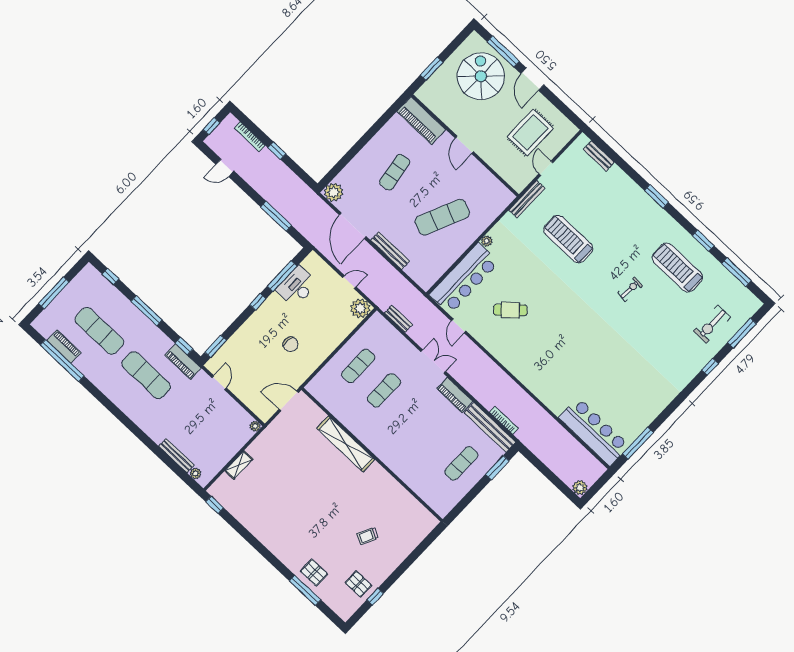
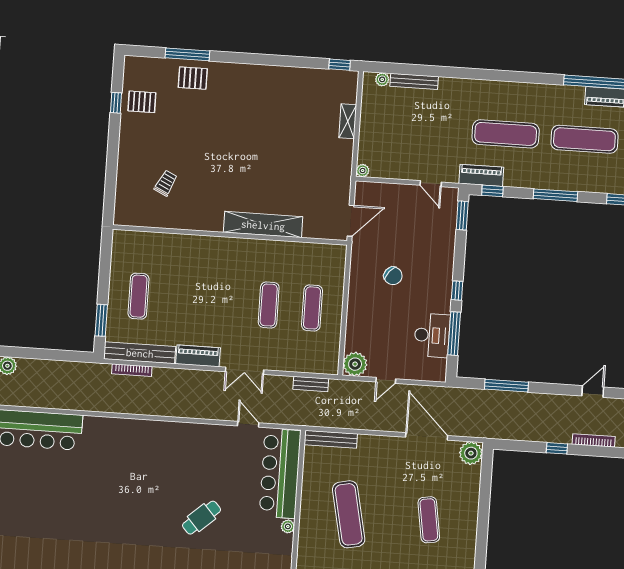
exercise mat: (442, 217) -> (349, 514), turned -36
bench: (390, 251) -> (331, 439), moved
cafe table: (510, 310) -> (201, 518), moved
chair: (291, 344) -> (393, 276), turned -147
trolley: (367, 536) -> (166, 183), moved

